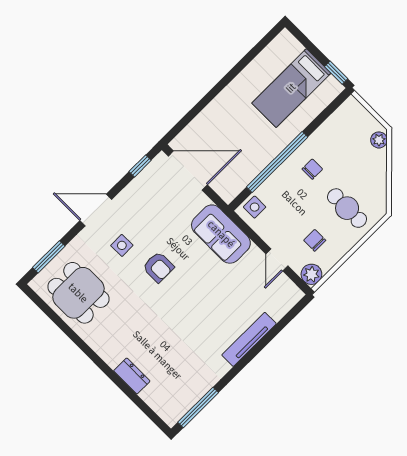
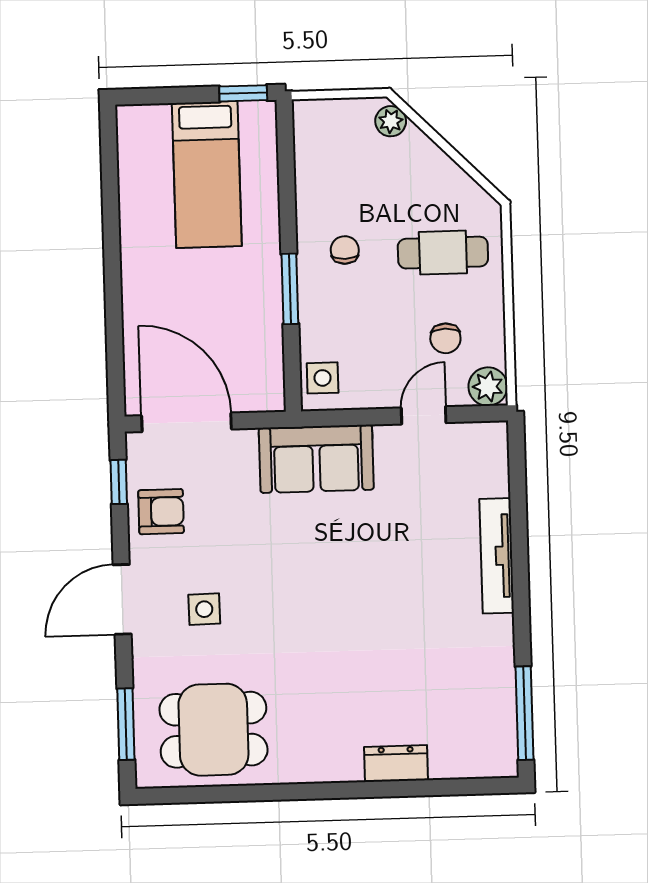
window: (277, 162) -> (290, 289), width x0.47
door: (188, 170) -> (186, 422), hinge flipped
chair: (315, 240) -> (445, 338), turned -90
door: (277, 260) -> (424, 415), swing flipped
armchair: (158, 267) -> (161, 512), moved

